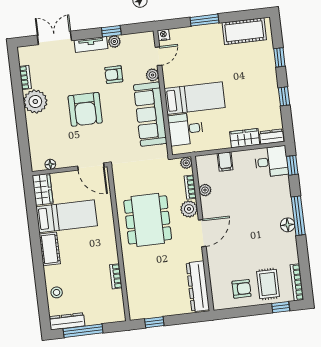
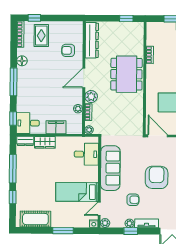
plant: (152, 75) -> (105, 223), moved
window: (284, 96) -> (13, 169), width x2.17
bed: (195, 98) -> (77, 192), moved
filing cabinet: (225, 162) -> (56, 127), width x2.00
dining table: (148, 220) -> (126, 74), moved
floor lamp: (288, 225) -> (22, 61), moved
armchair: (241, 289) -> (68, 50), moved

